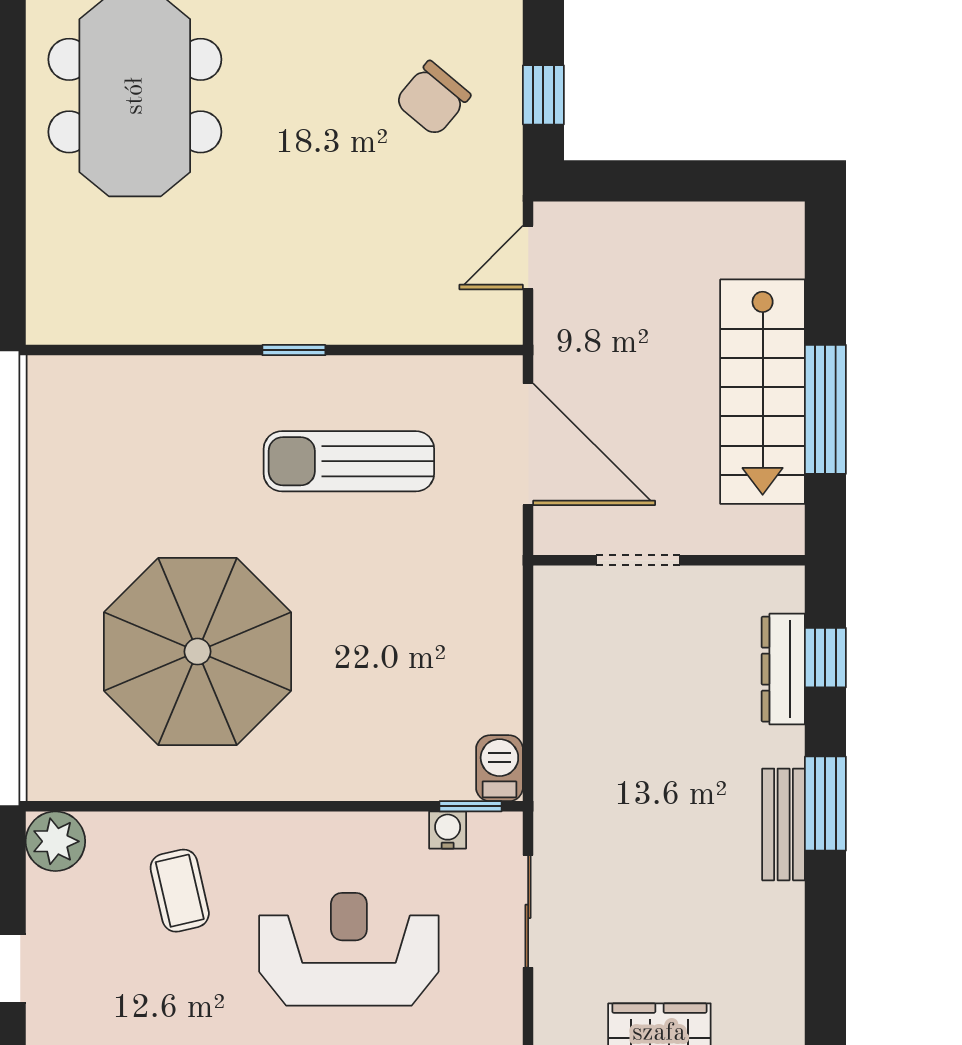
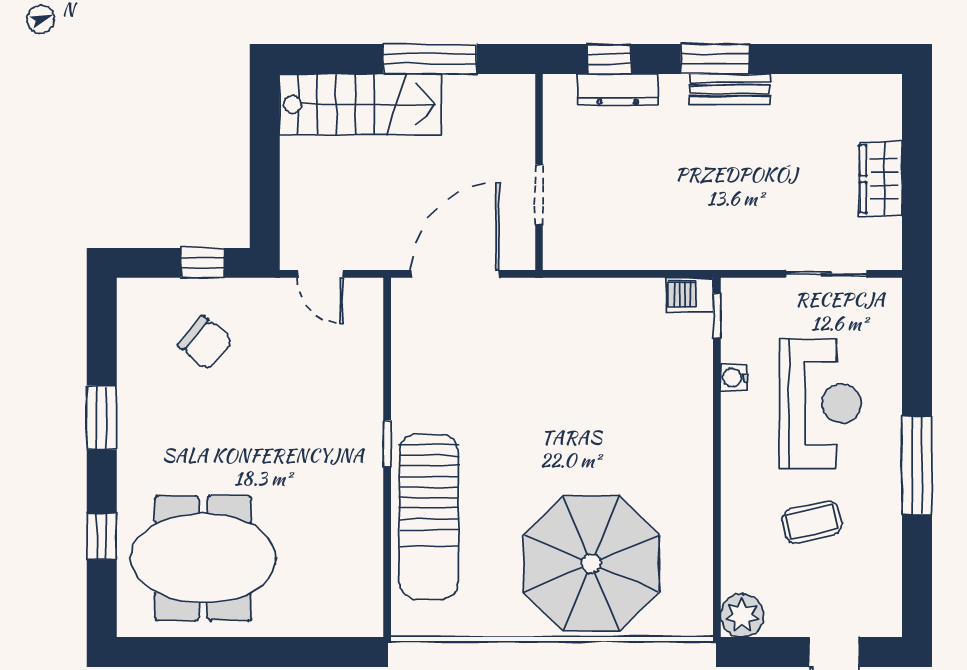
stairs: (763, 392) -> (361, 104), moved
sun lounger: (349, 461) -> (429, 517), moved, width x1.36, depth x1.34
parasol: (198, 652) -> (591, 563), moved
water cooler: (448, 830) -> (734, 377), moved
coffee table: (180, 891) -> (812, 522), moved
sliding door: (528, 911) -> (826, 274), moved
reception desk: (349, 949) -> (820, 403), turned 180

